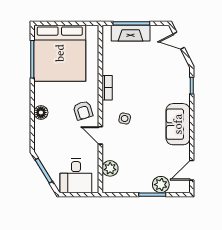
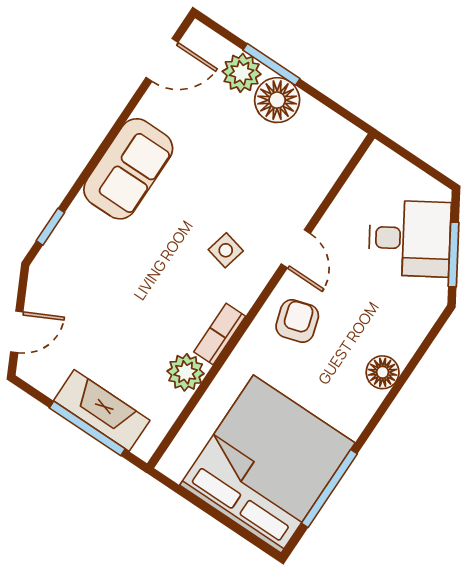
door: (179, 41) -> (17, 332), hinge flipped
plant: (110, 168) -> (186, 372), moved
desk: (76, 176) -> (410, 238), moved, turned 58
floor lamp: (142, 183) -> (277, 100), added

